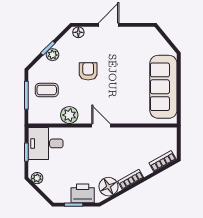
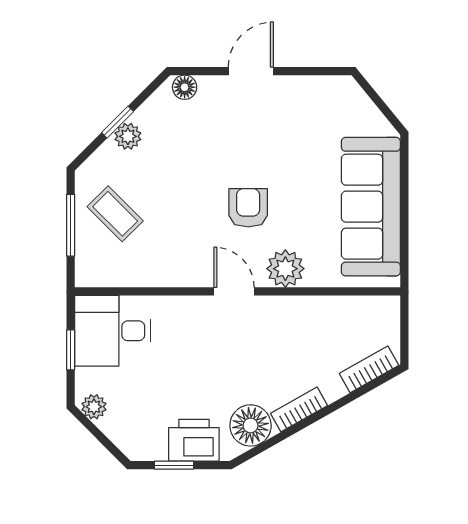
armchair: (88, 71) -> (248, 208), moved
coffee table: (47, 90) -> (115, 214), turned 45
plant: (69, 115) -> (285, 269), moved

